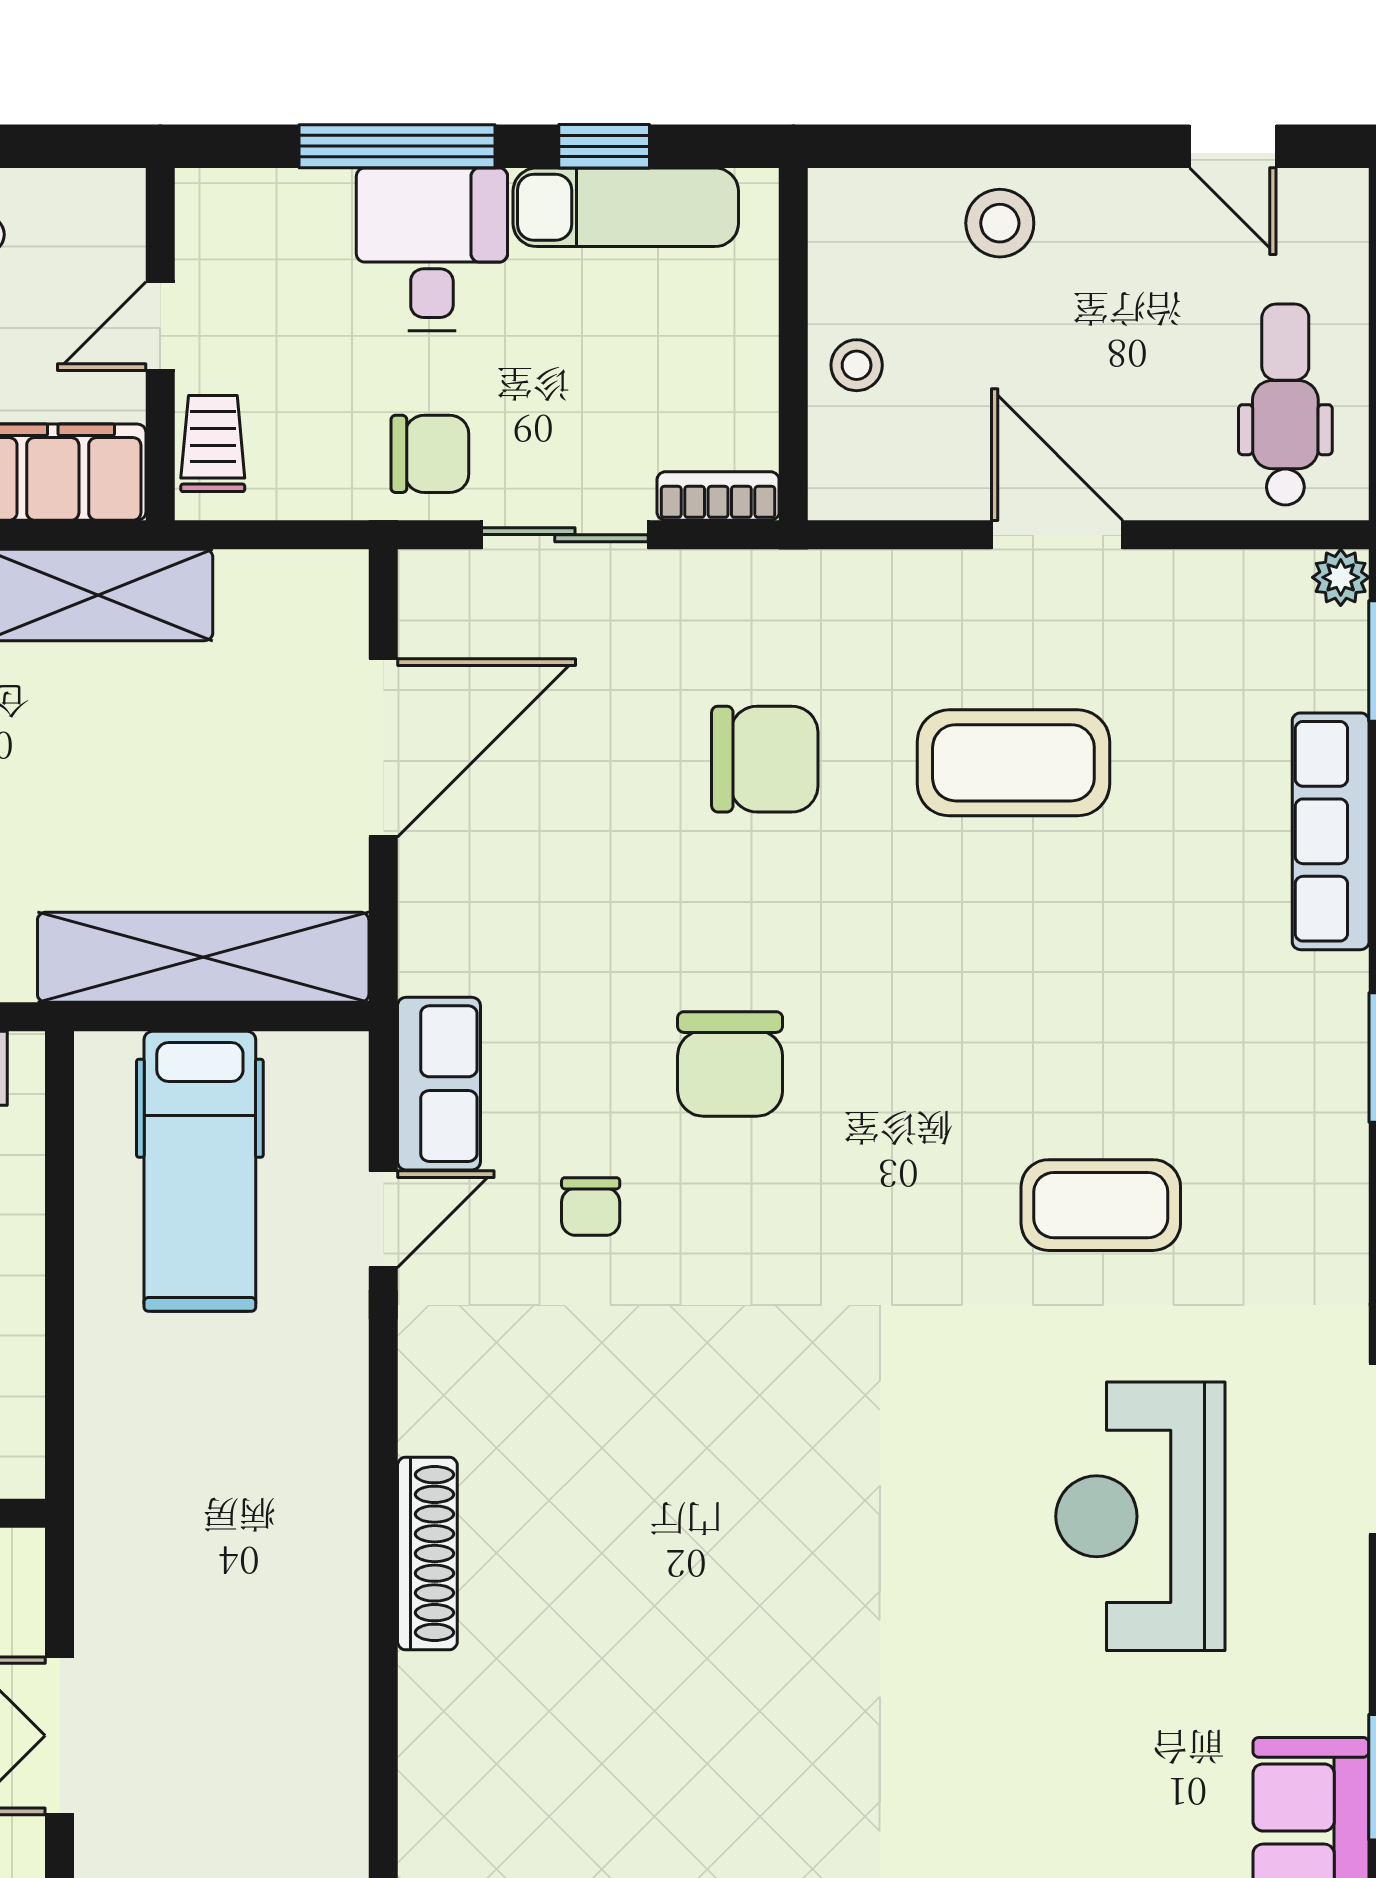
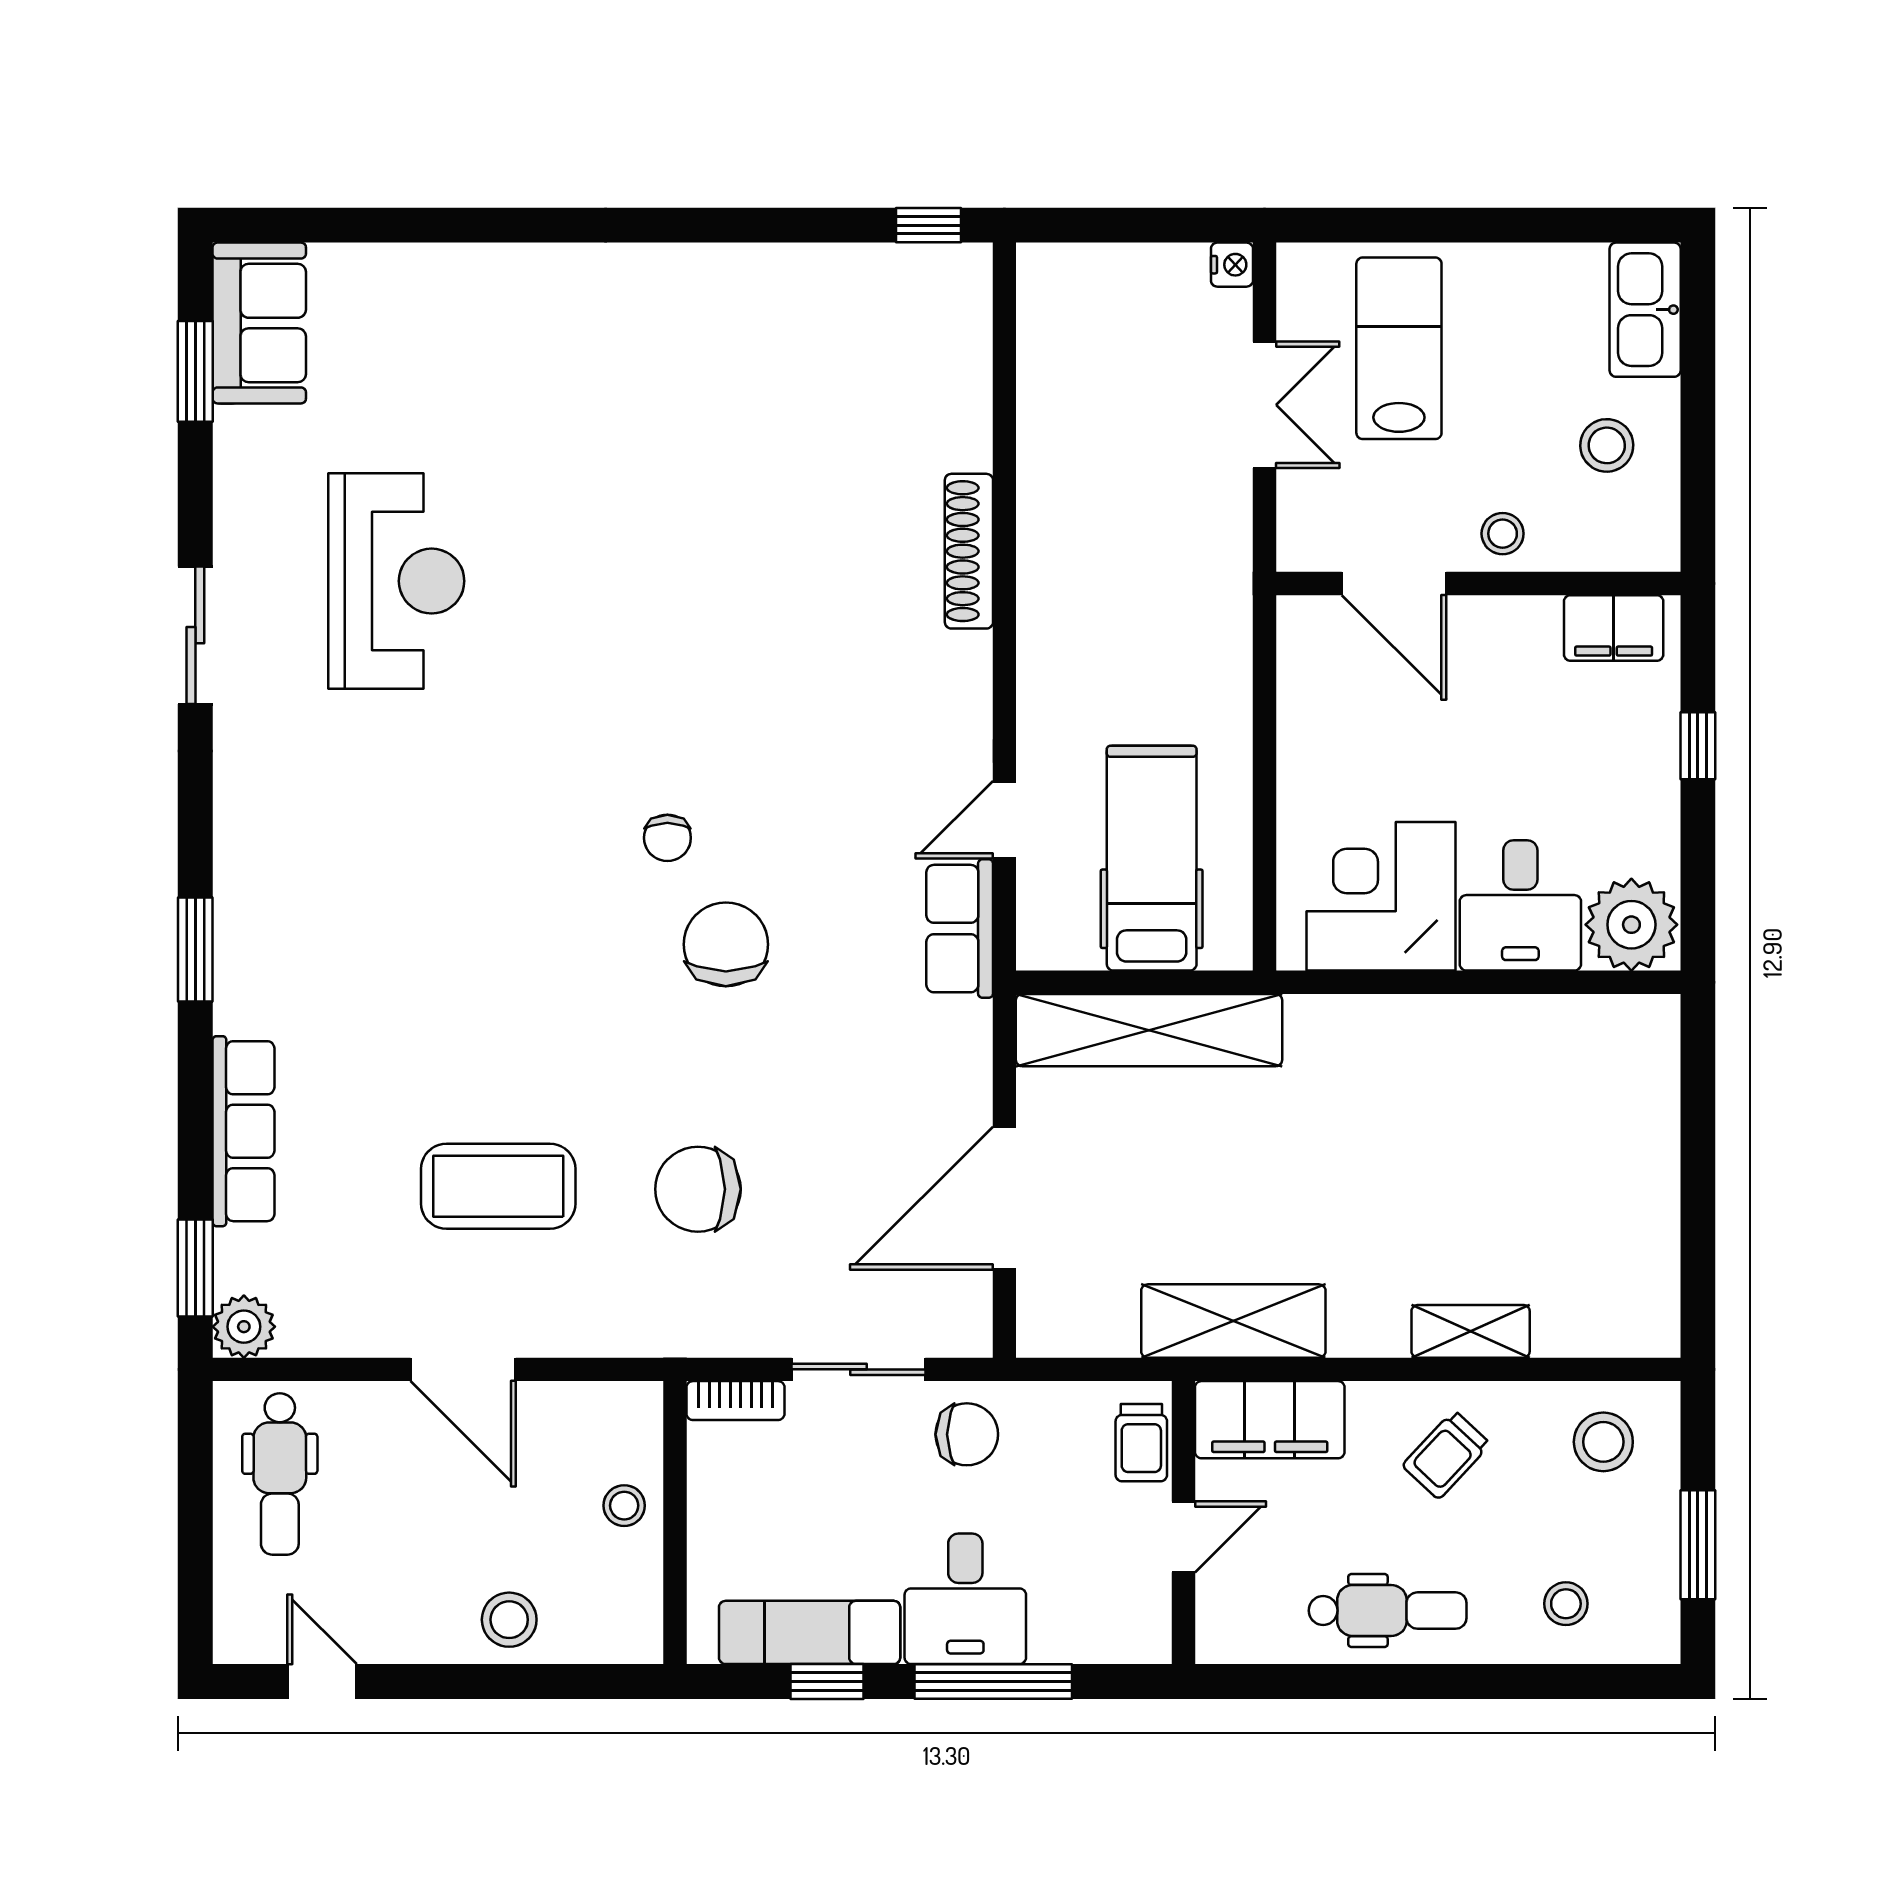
chair: (430, 454) -> (967, 1434), turned 180
plant: (1341, 577) -> (244, 1327), width x1.38, depth x1.38
coffee table: (1101, 1205) -> (428, 831), removed
chair: (591, 1207) -> (667, 838), moved, turned 180

